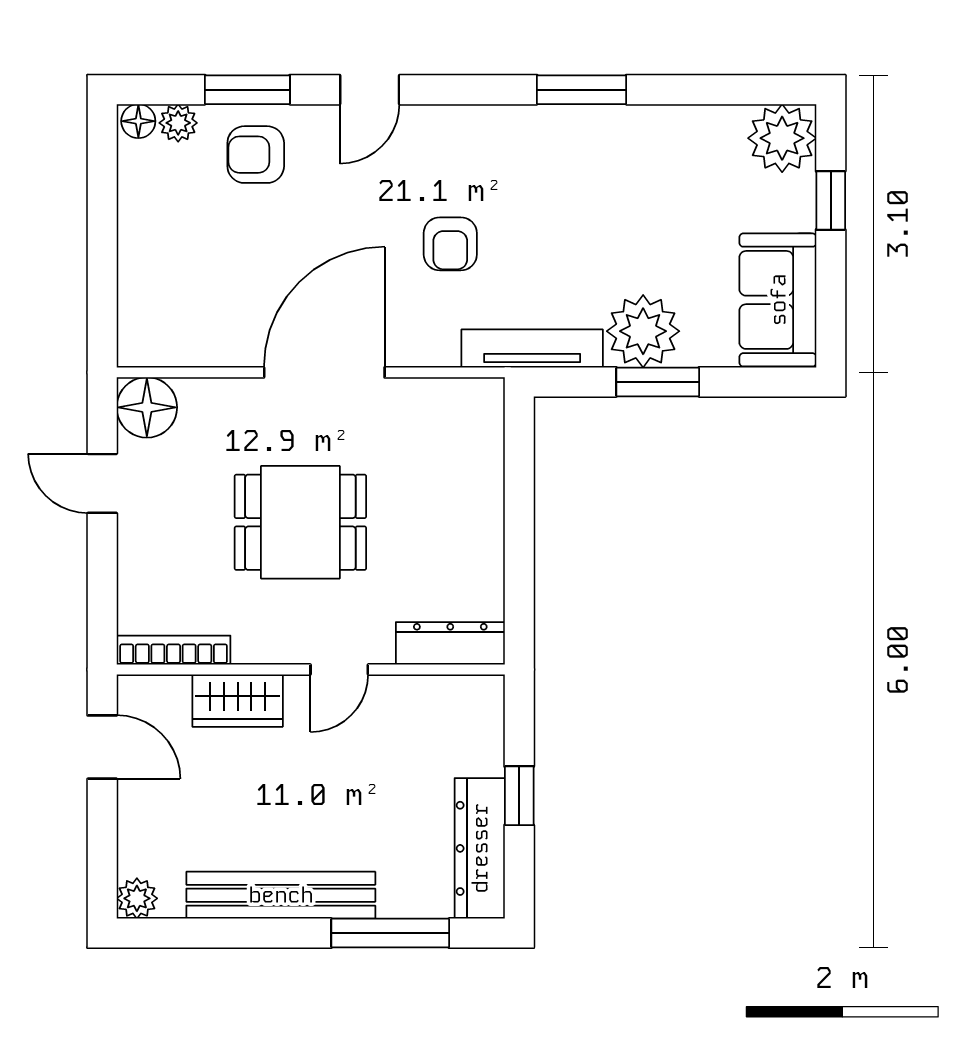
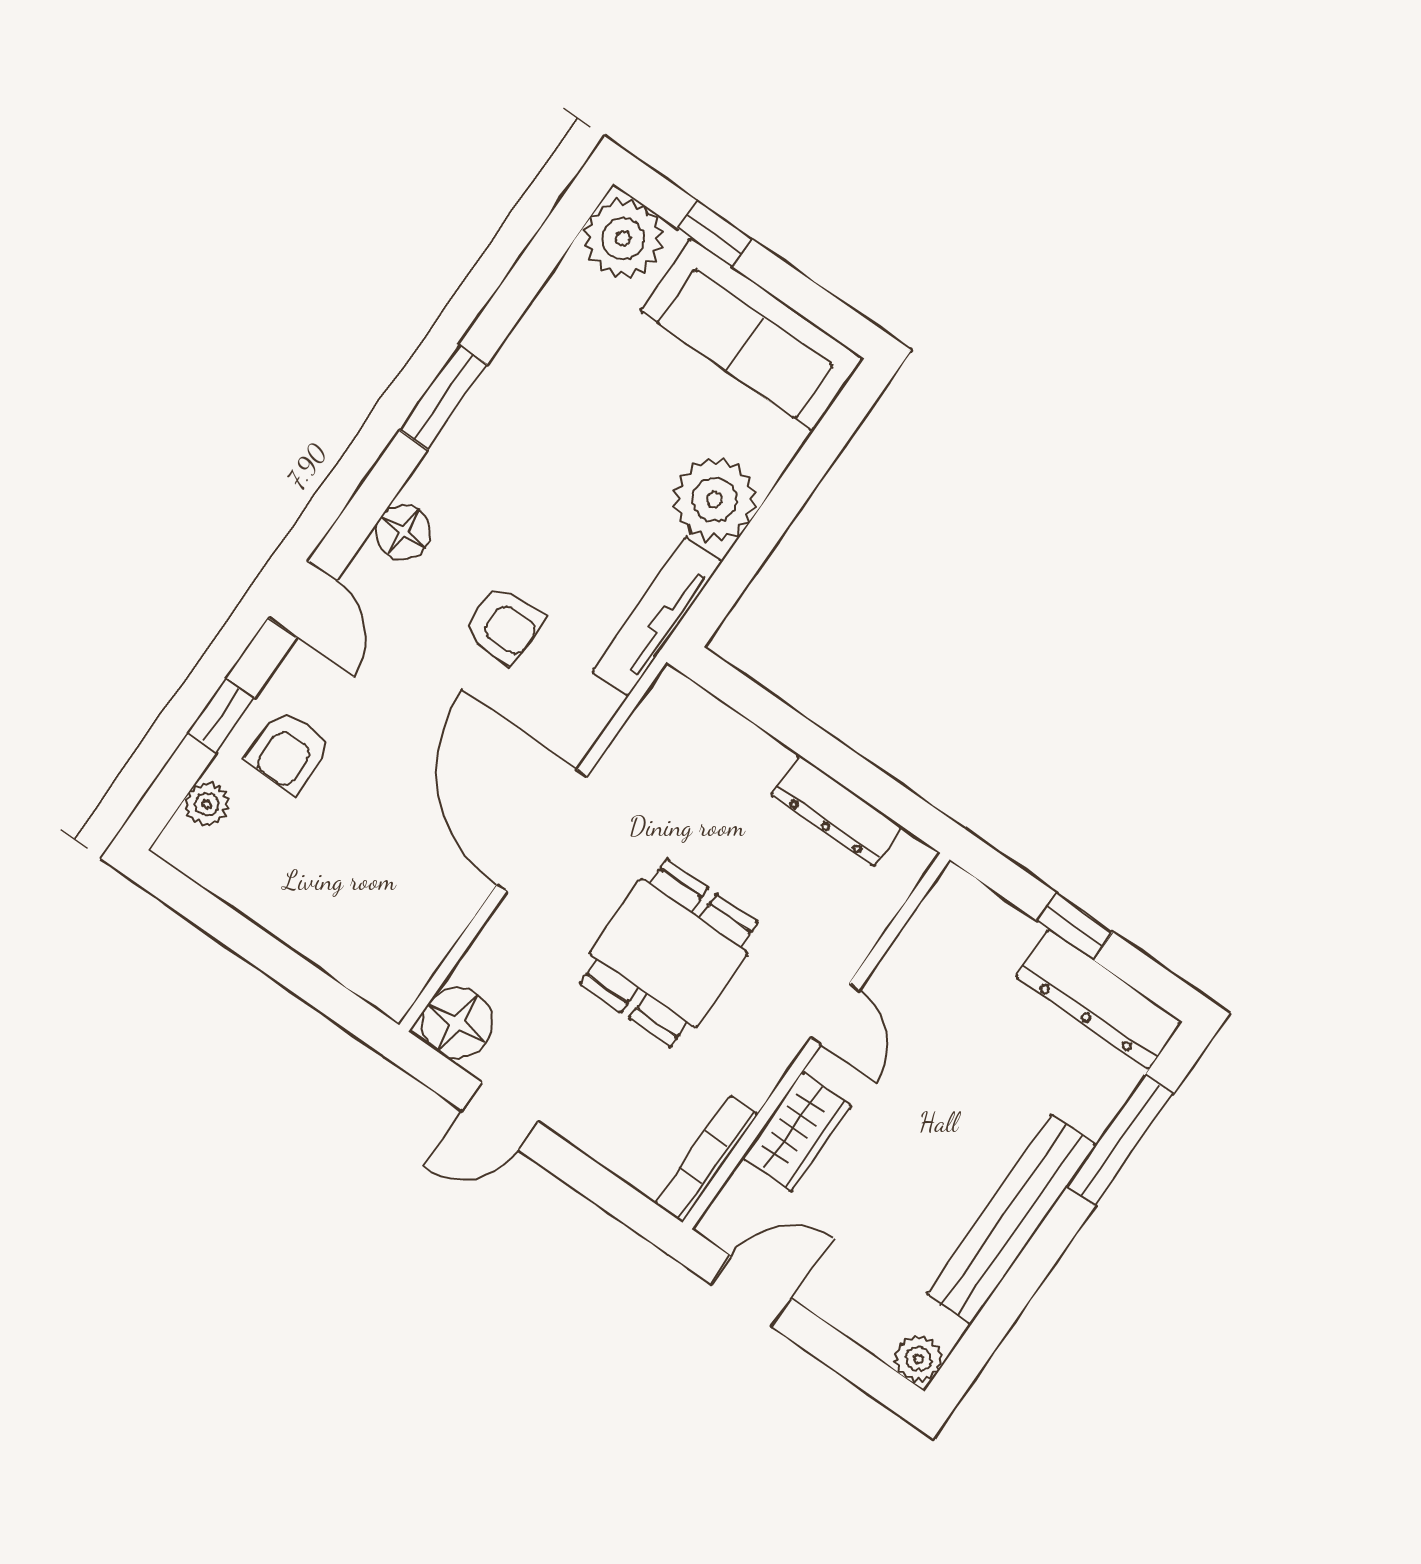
window: (247, 90) -> (221, 716), width x0.67
floor lamp: (138, 121) -> (403, 532), moved, width x1.37, depth x1.37
sofa: (778, 300) -> (751, 334), width x1.36
window: (658, 382) -> (773, 519), removed
dresser: (450, 643) -> (837, 811), moved, turned -90

